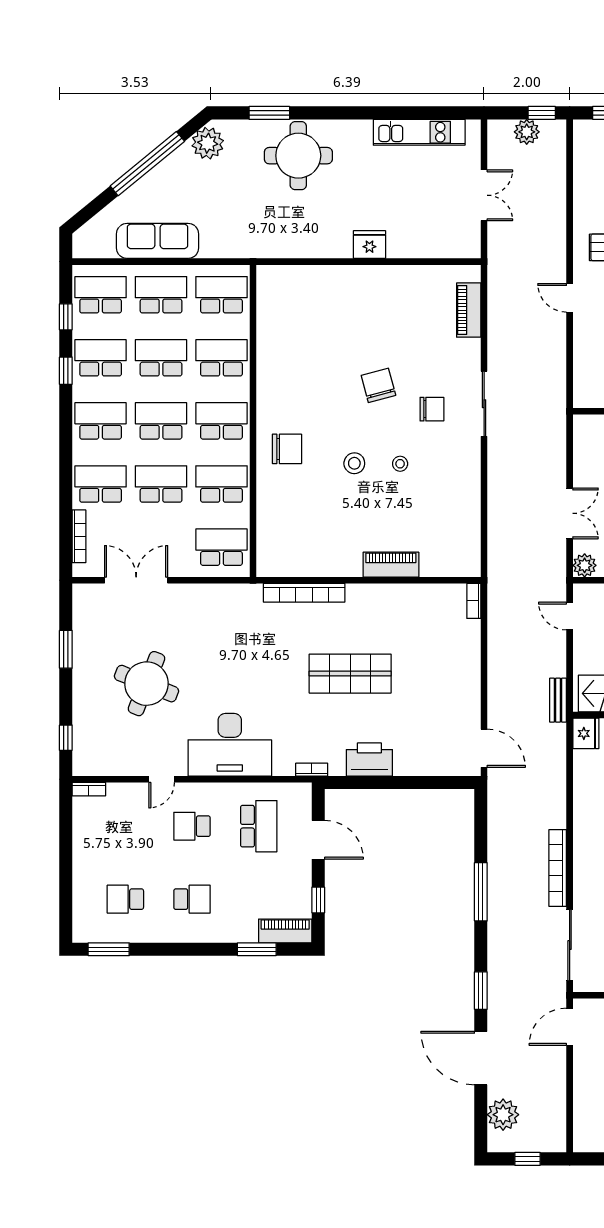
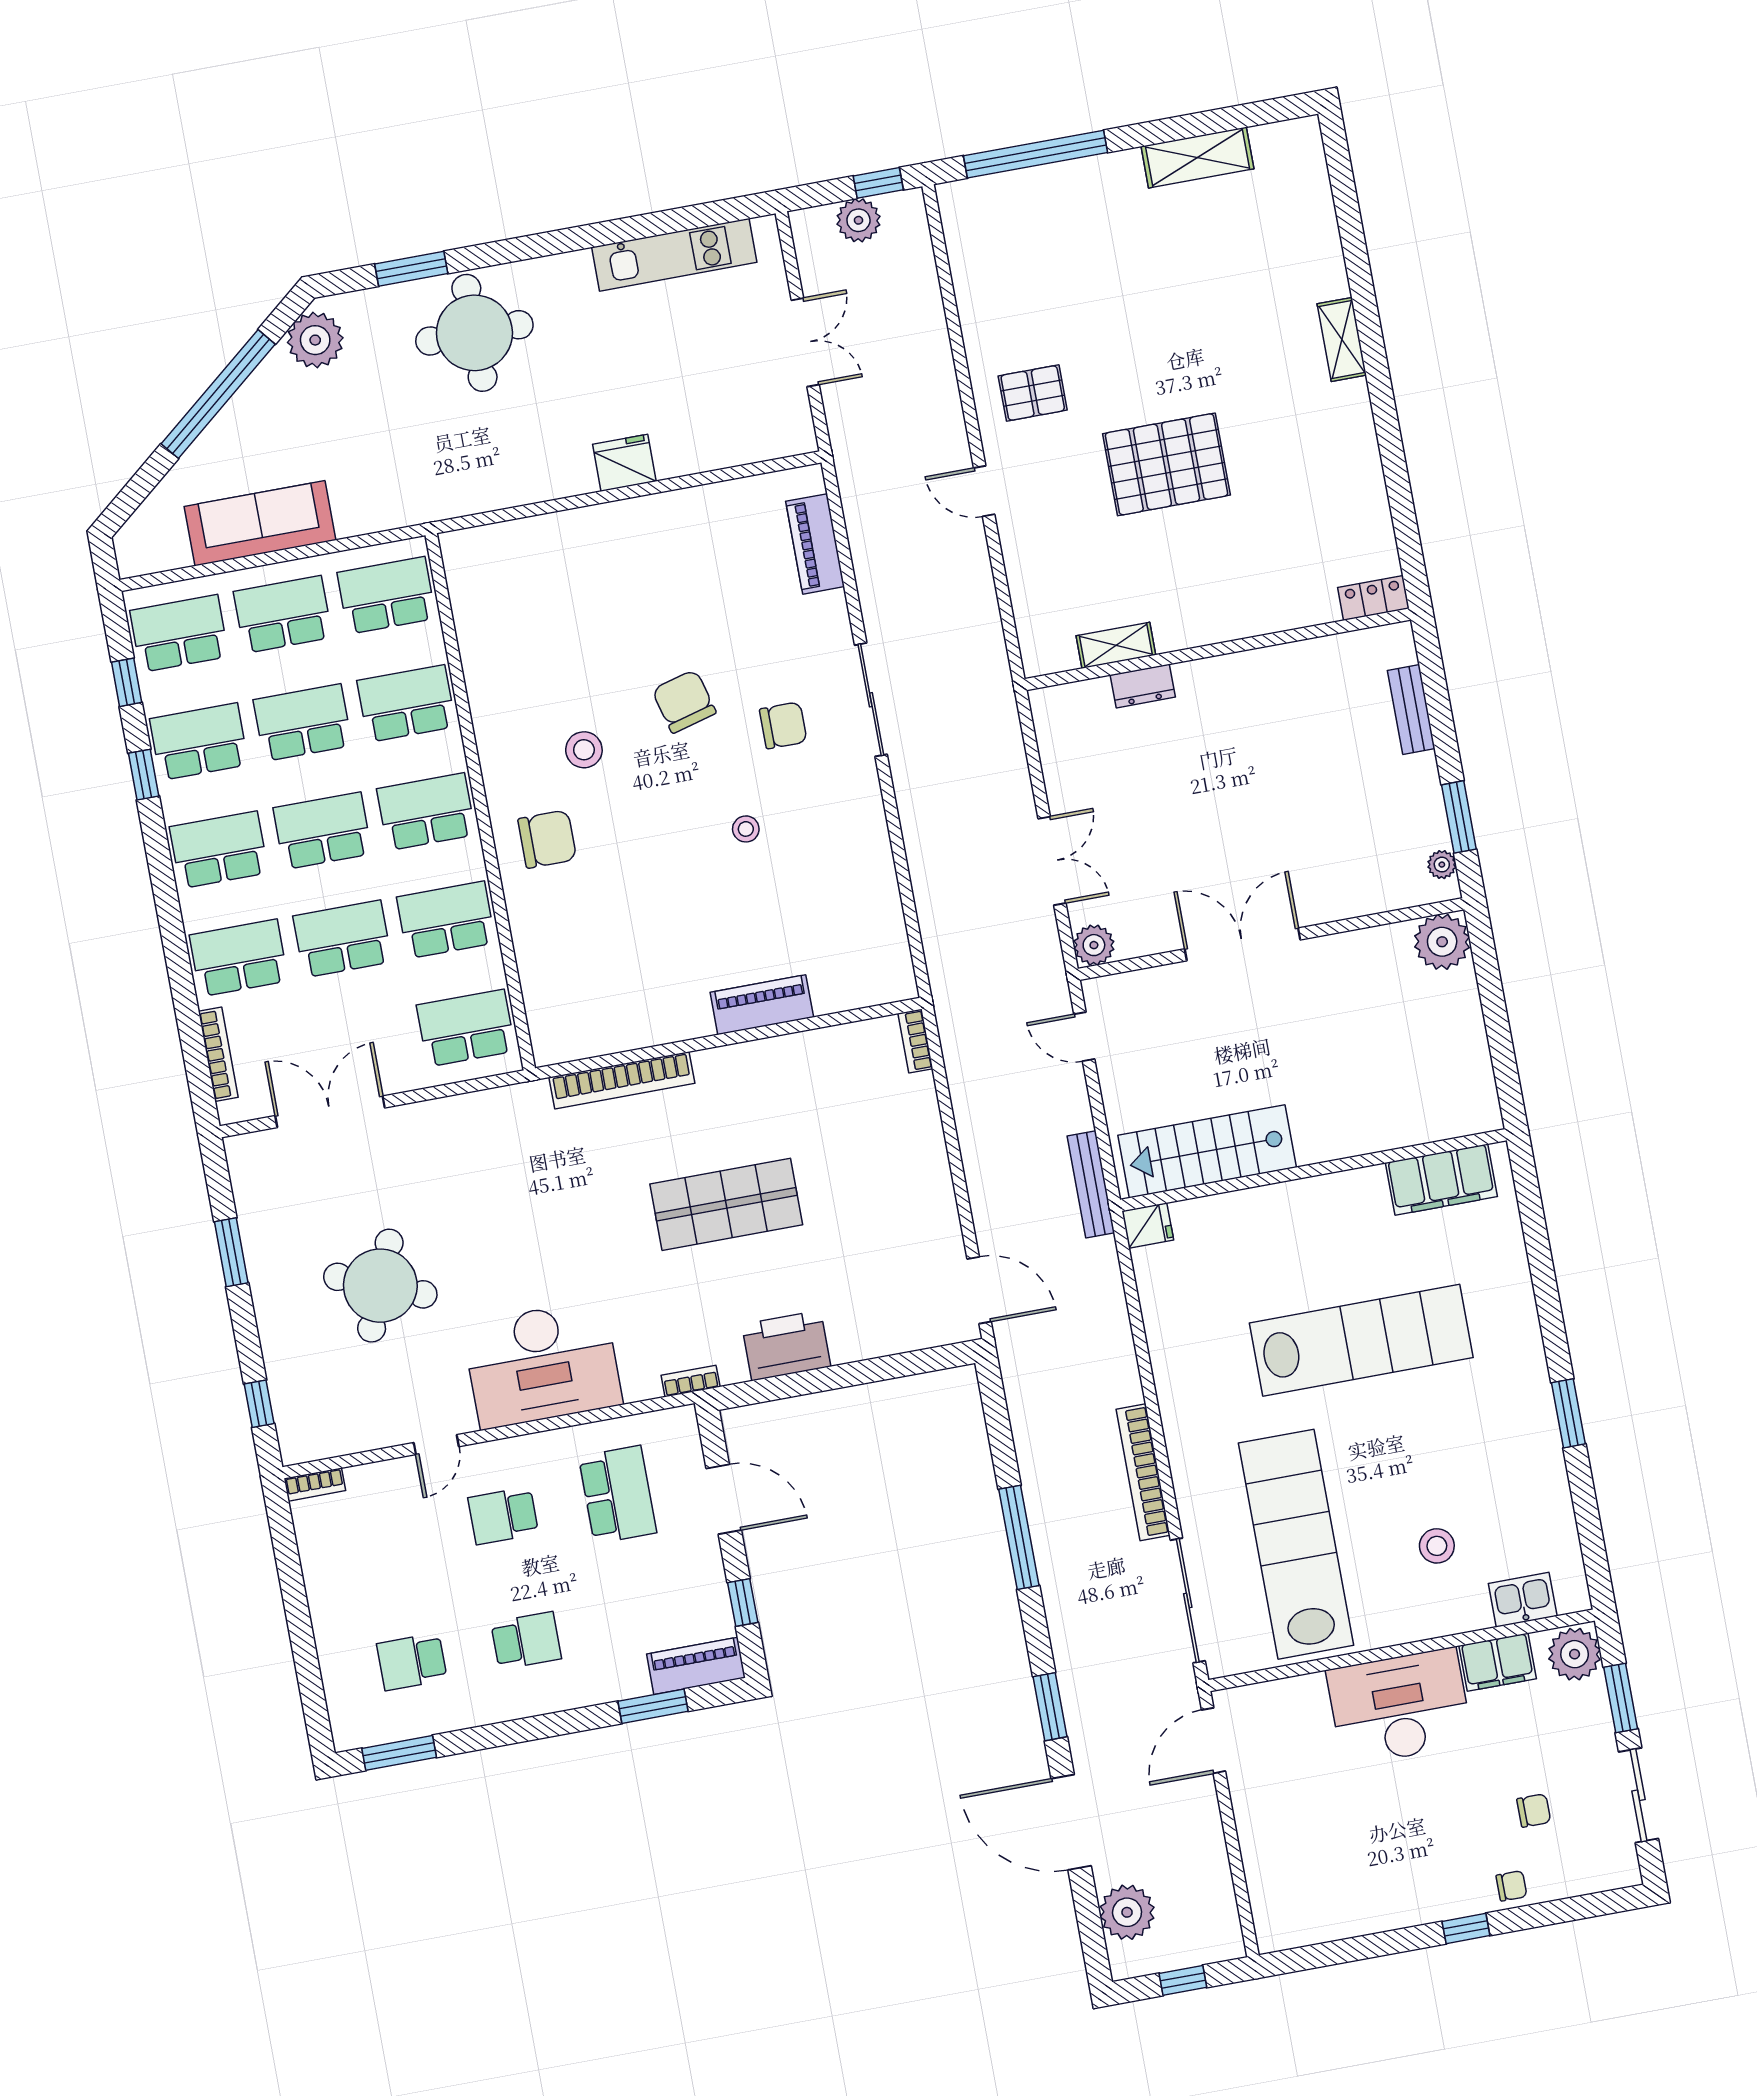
stool: (354, 463) -> (584, 750), moved
bench: (558, 700) -> (1091, 1184), width x1.36
fridge: (586, 733) -> (1148, 1226), width x0.72

